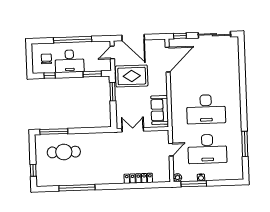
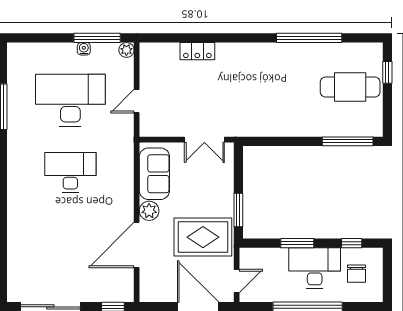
door: (168, 60) -> (137, 245), moved
window: (92, 74) -> (297, 243), moved
plant: (162, 89) -> (149, 211), added
desk: (206, 109) -> (70, 172), width x0.73, depth x0.77
cafe table: (64, 152) -> (350, 87), moved
locker: (138, 178) -> (197, 51), width x0.66

